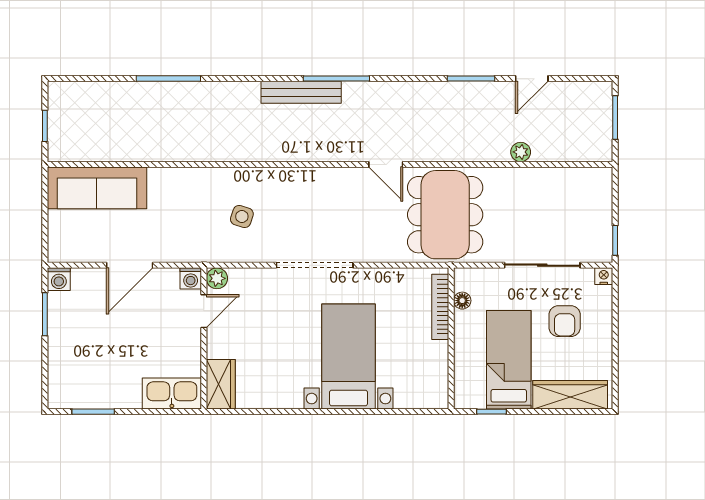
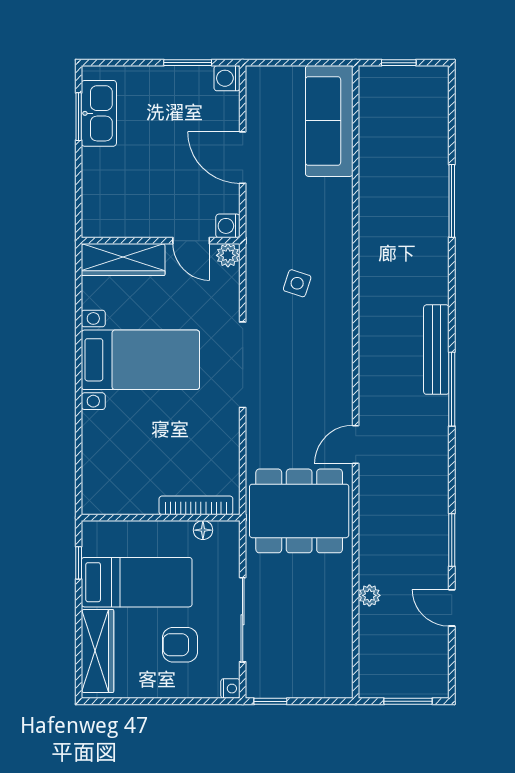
bed with nightstands: (348, 356) -> (140, 360), moved
wardrobe: (221, 384) -> (123, 260), width x1.50
kitchen sink: (172, 394) -> (99, 113), moved

